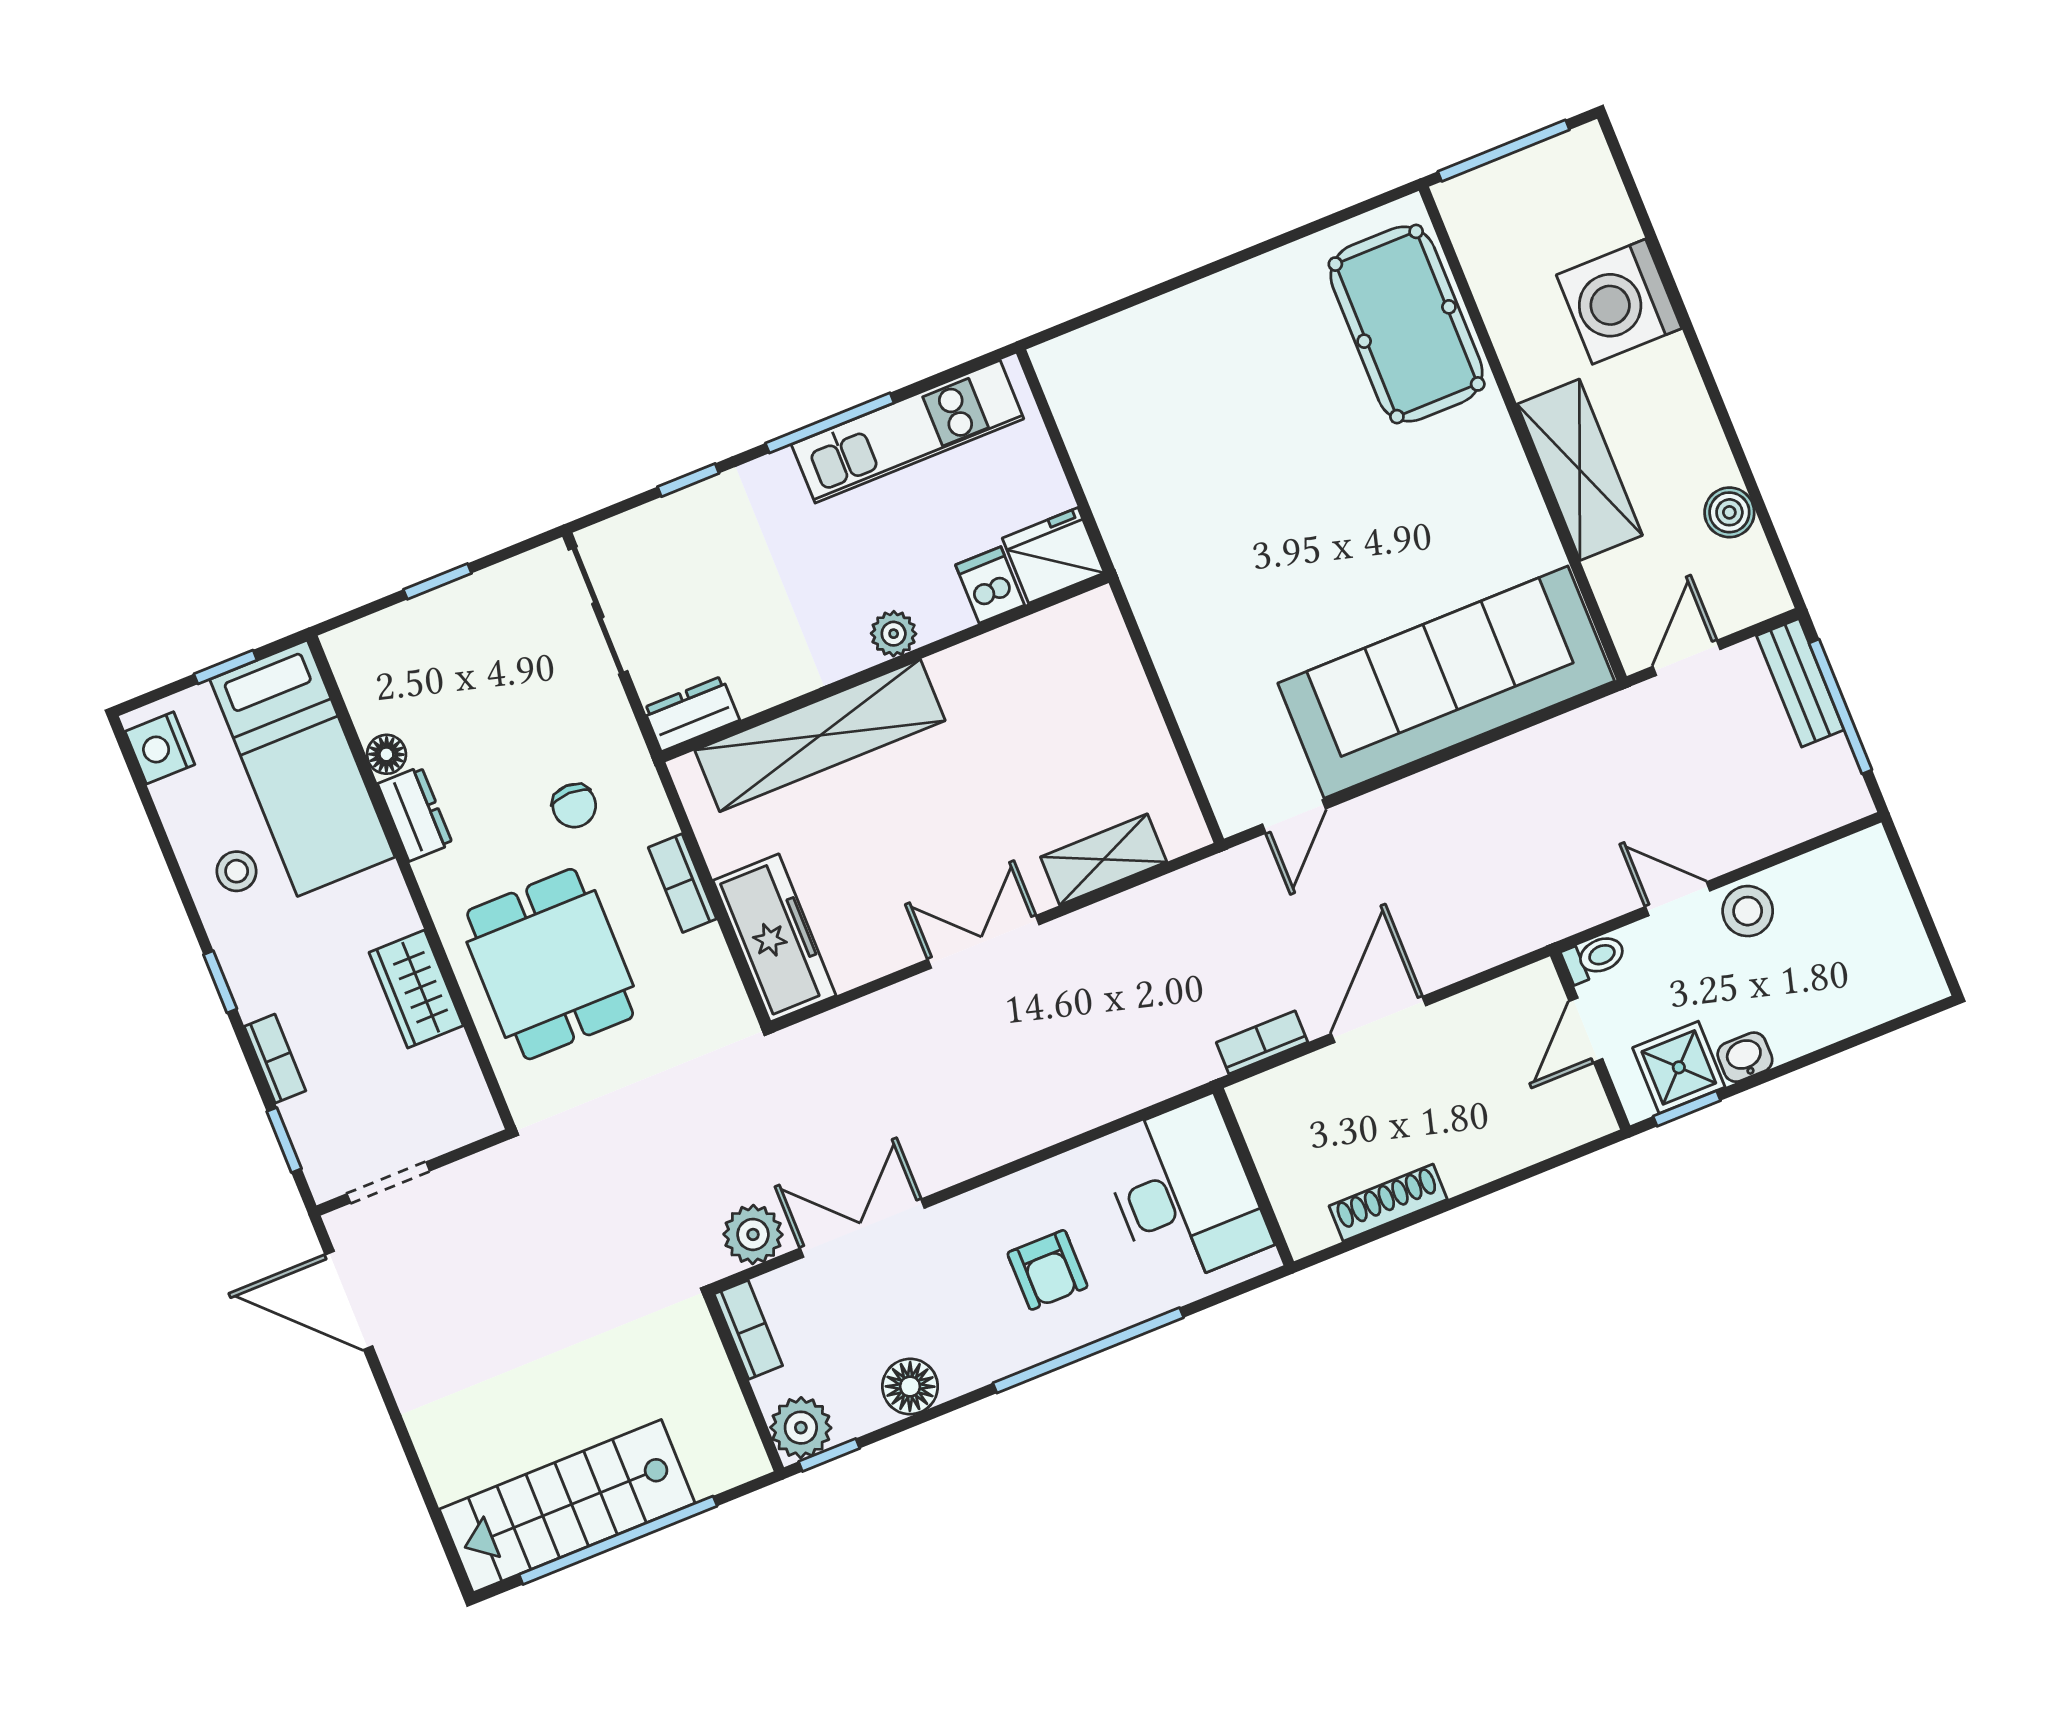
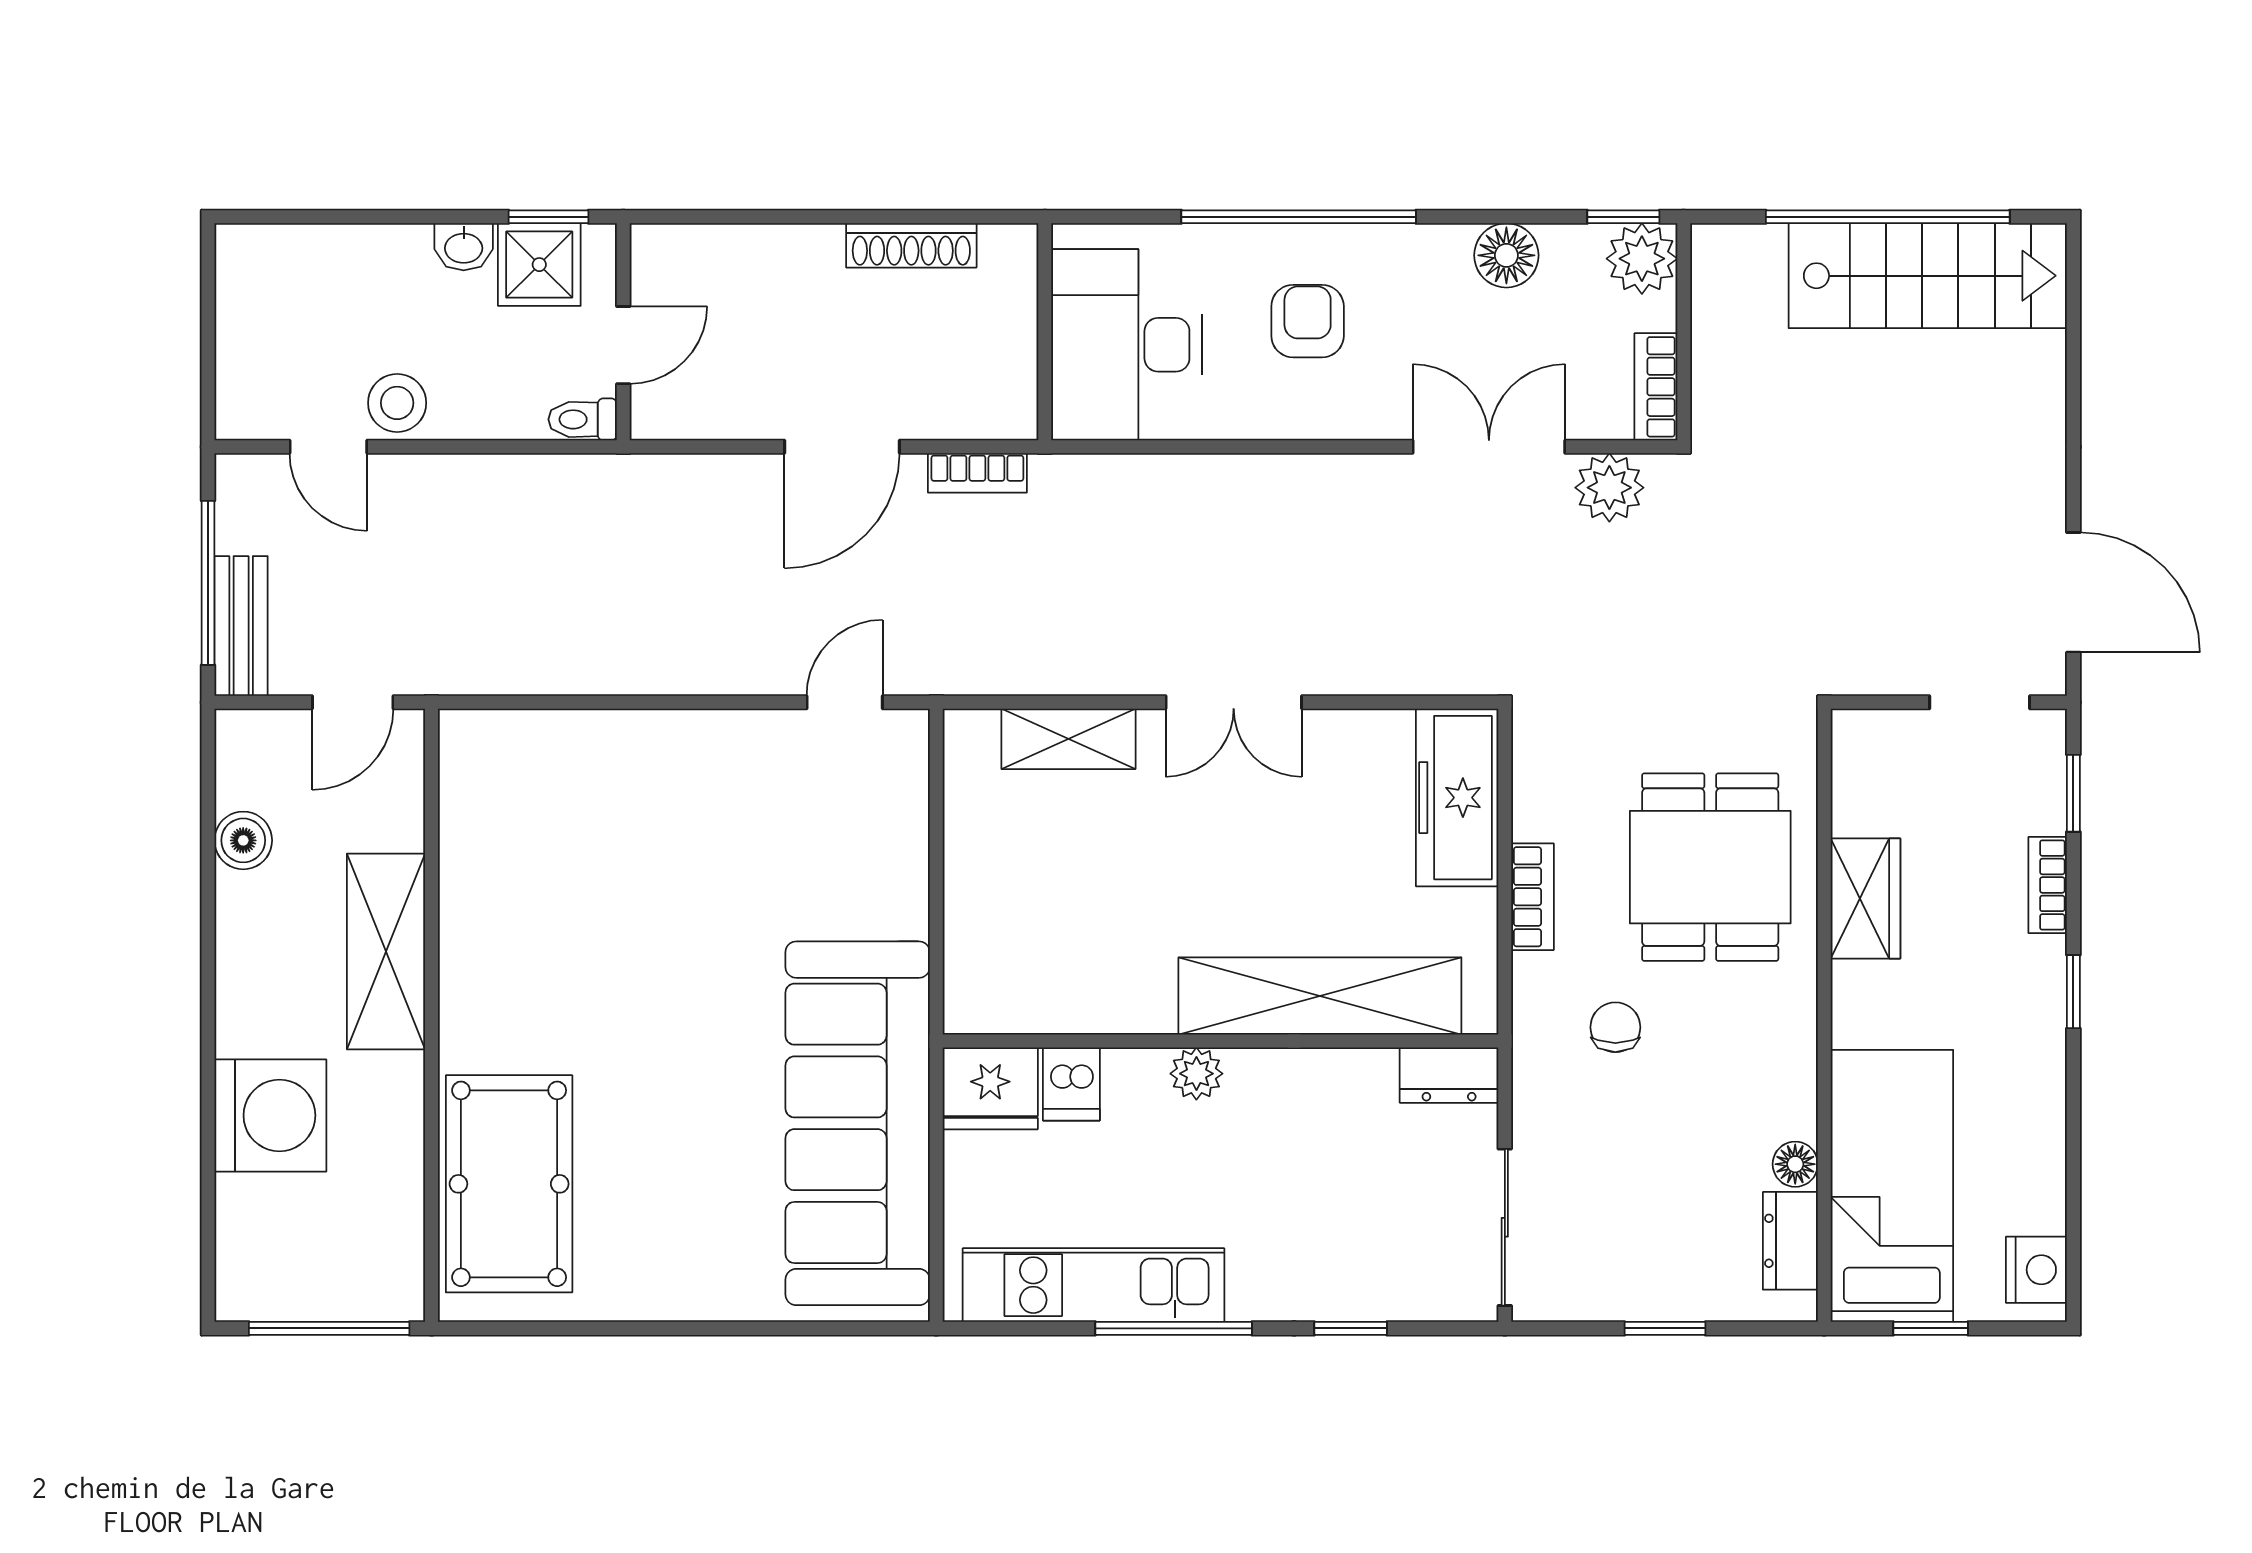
sofa: (1446, 682) -> (858, 1123), moved, turned 90
dresser: (415, 814) -> (1790, 1241), moved
stool: (237, 871) -> (2008, 1104), removed
door: (1678, 899) -> (328, 447), moved
double door: (862, 1228) -> (1489, 447), swing flipped

